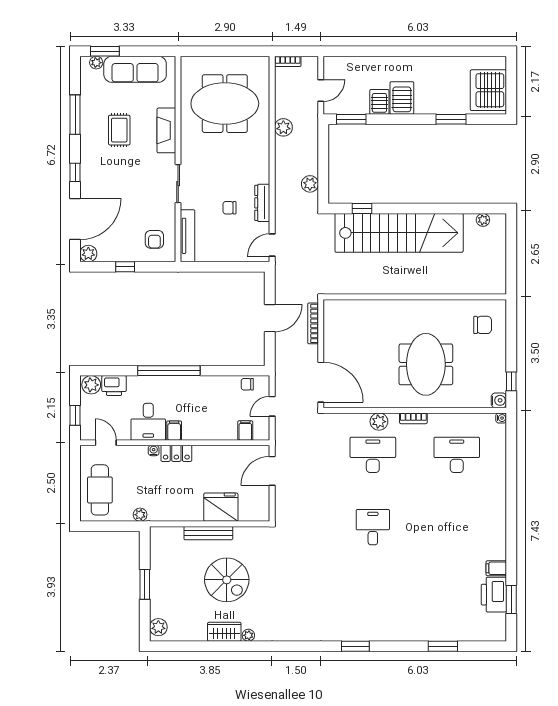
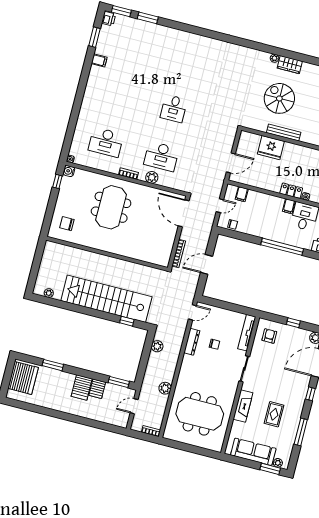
printer: (494, 595) -> (109, 19), moved, width x0.53, depth x0.68
window: (355, 646) -> (121, 11), moved

